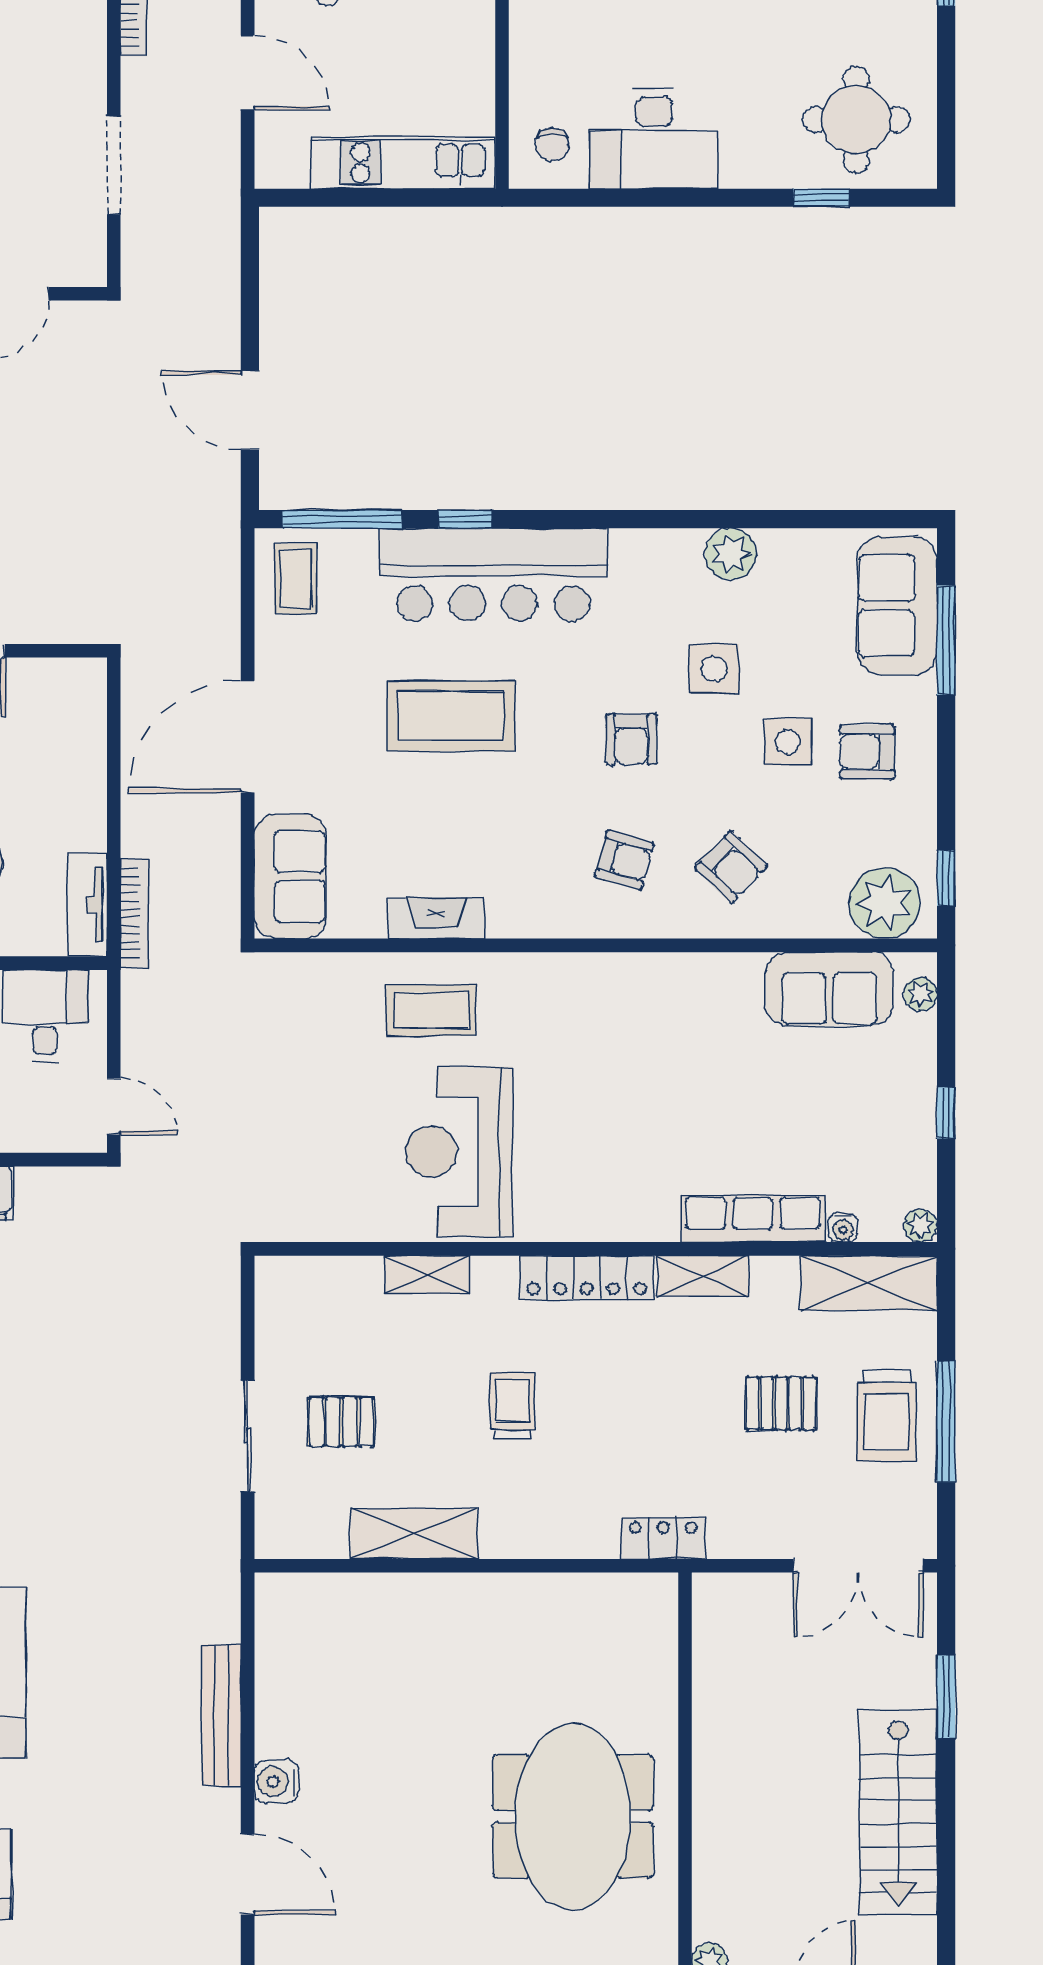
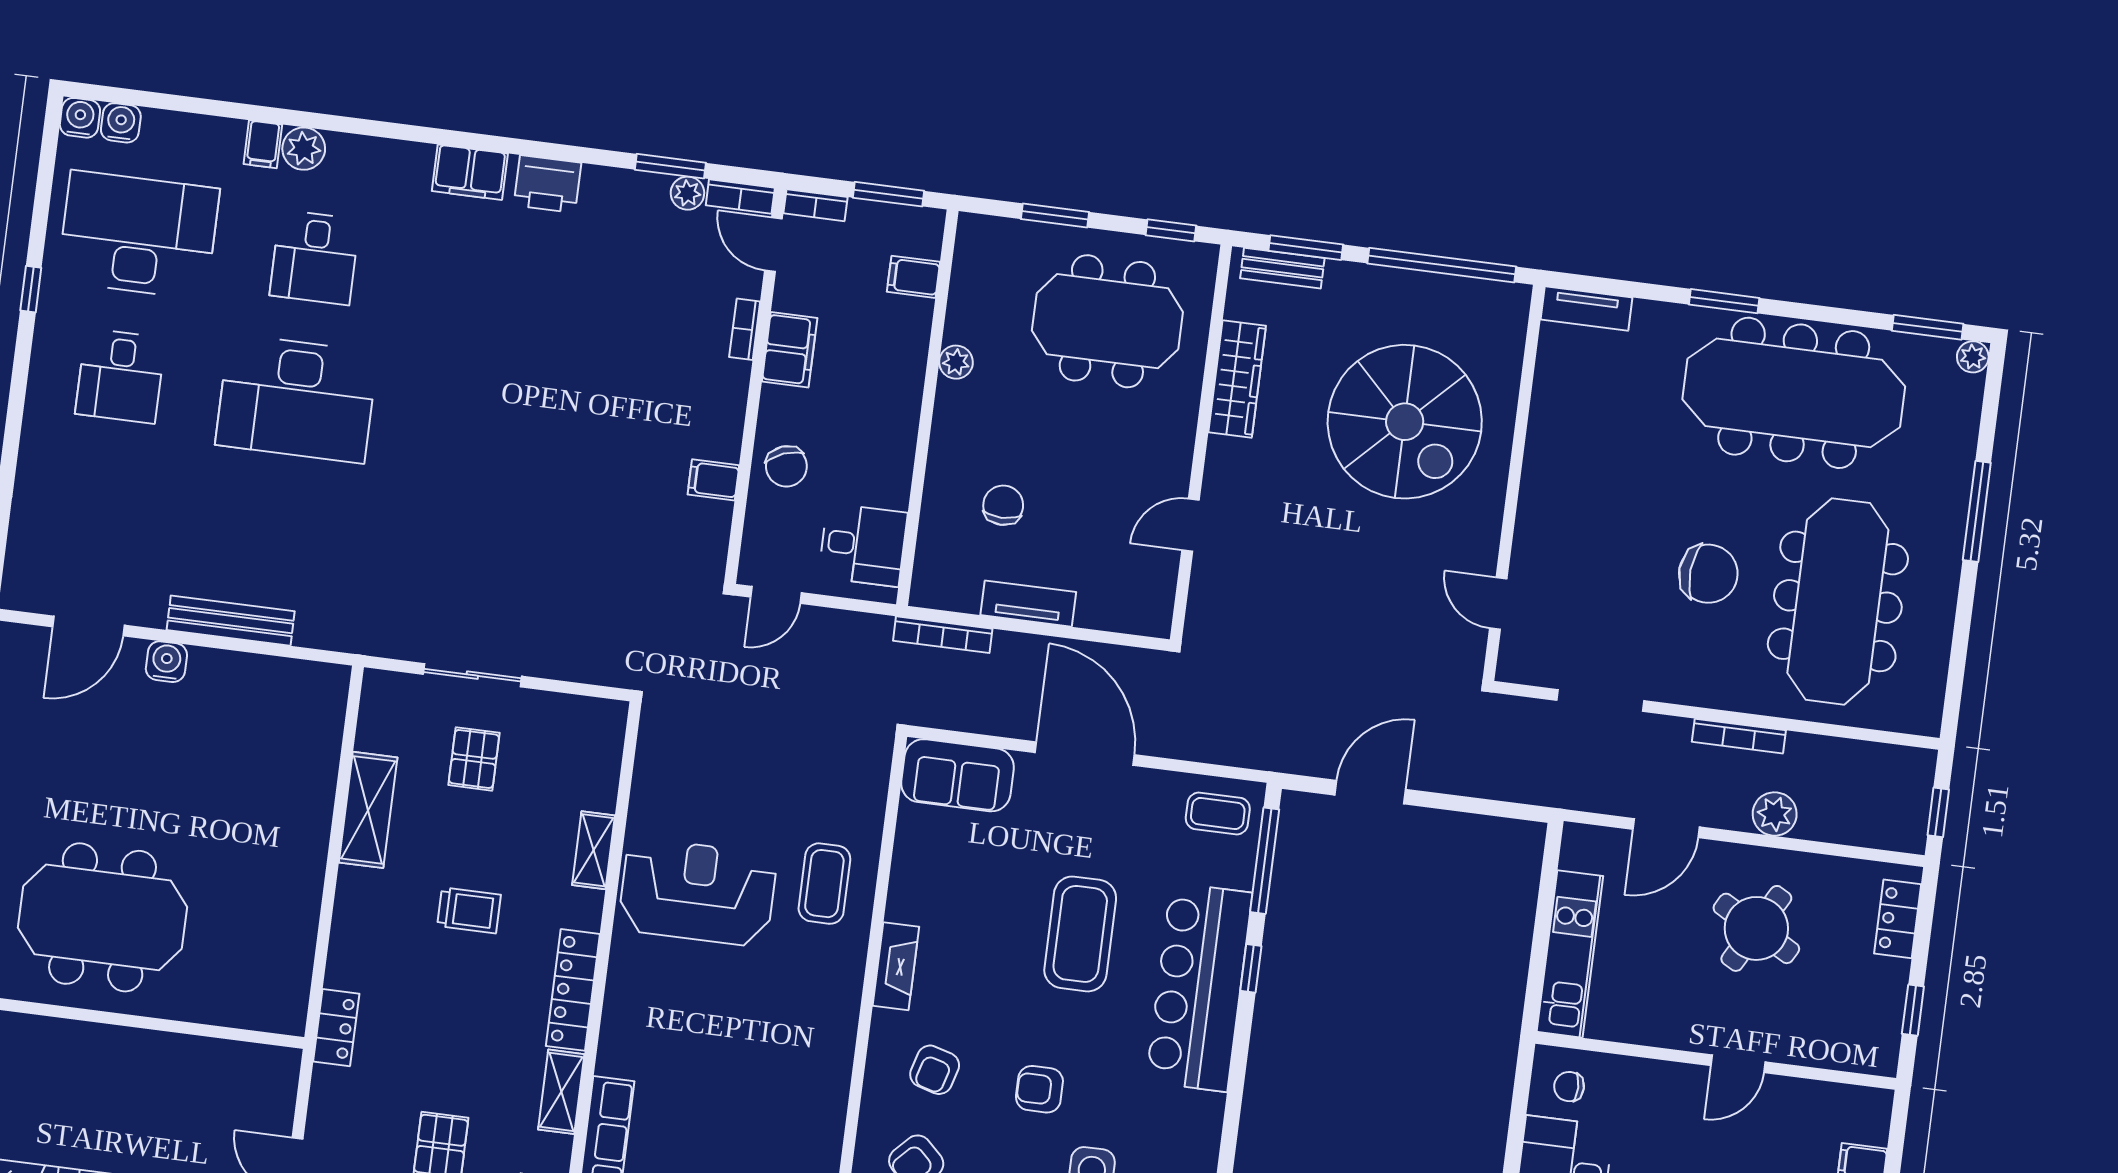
tv unit: (87, 904) -> (1028, 604), moved
fireplace: (436, 918) -> (896, 966), moved

